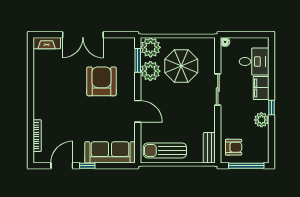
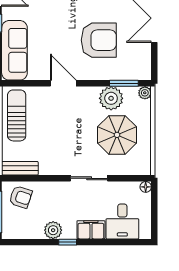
plant: (151, 47) -> (145, 93), width x0.53, depth x0.53
door: (138, 111) -> (63, 83), swing flipped
armchair: (234, 147) -> (21, 197), turned -72

